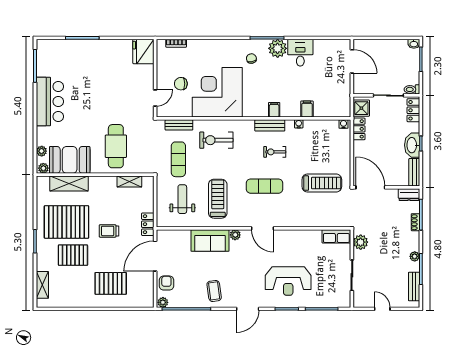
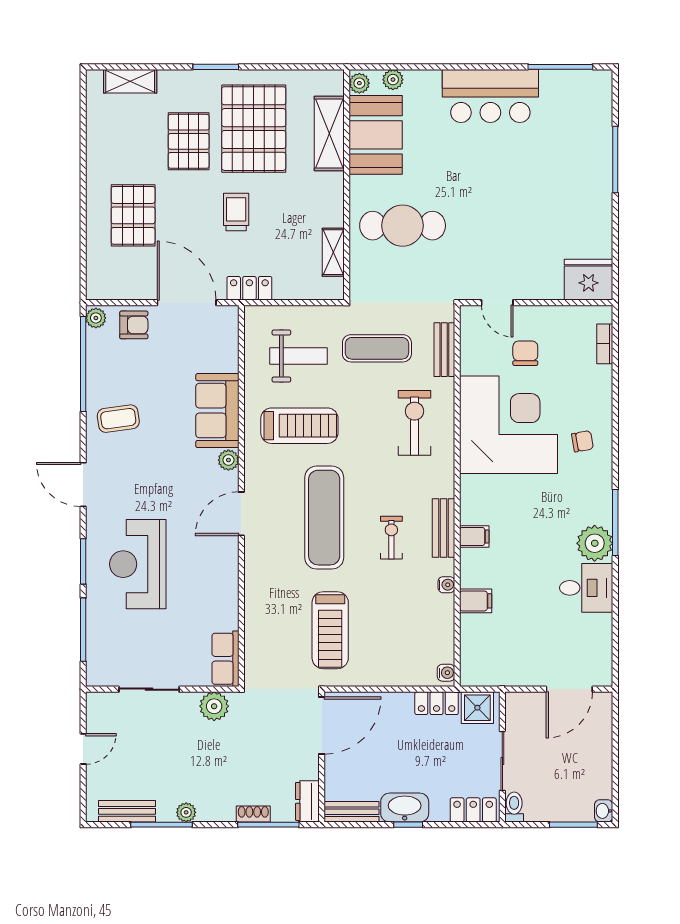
chair: (251, 59) -> (582, 441), moved
exercise mat: (265, 186) -> (324, 518), width x1.36, depth x1.45

